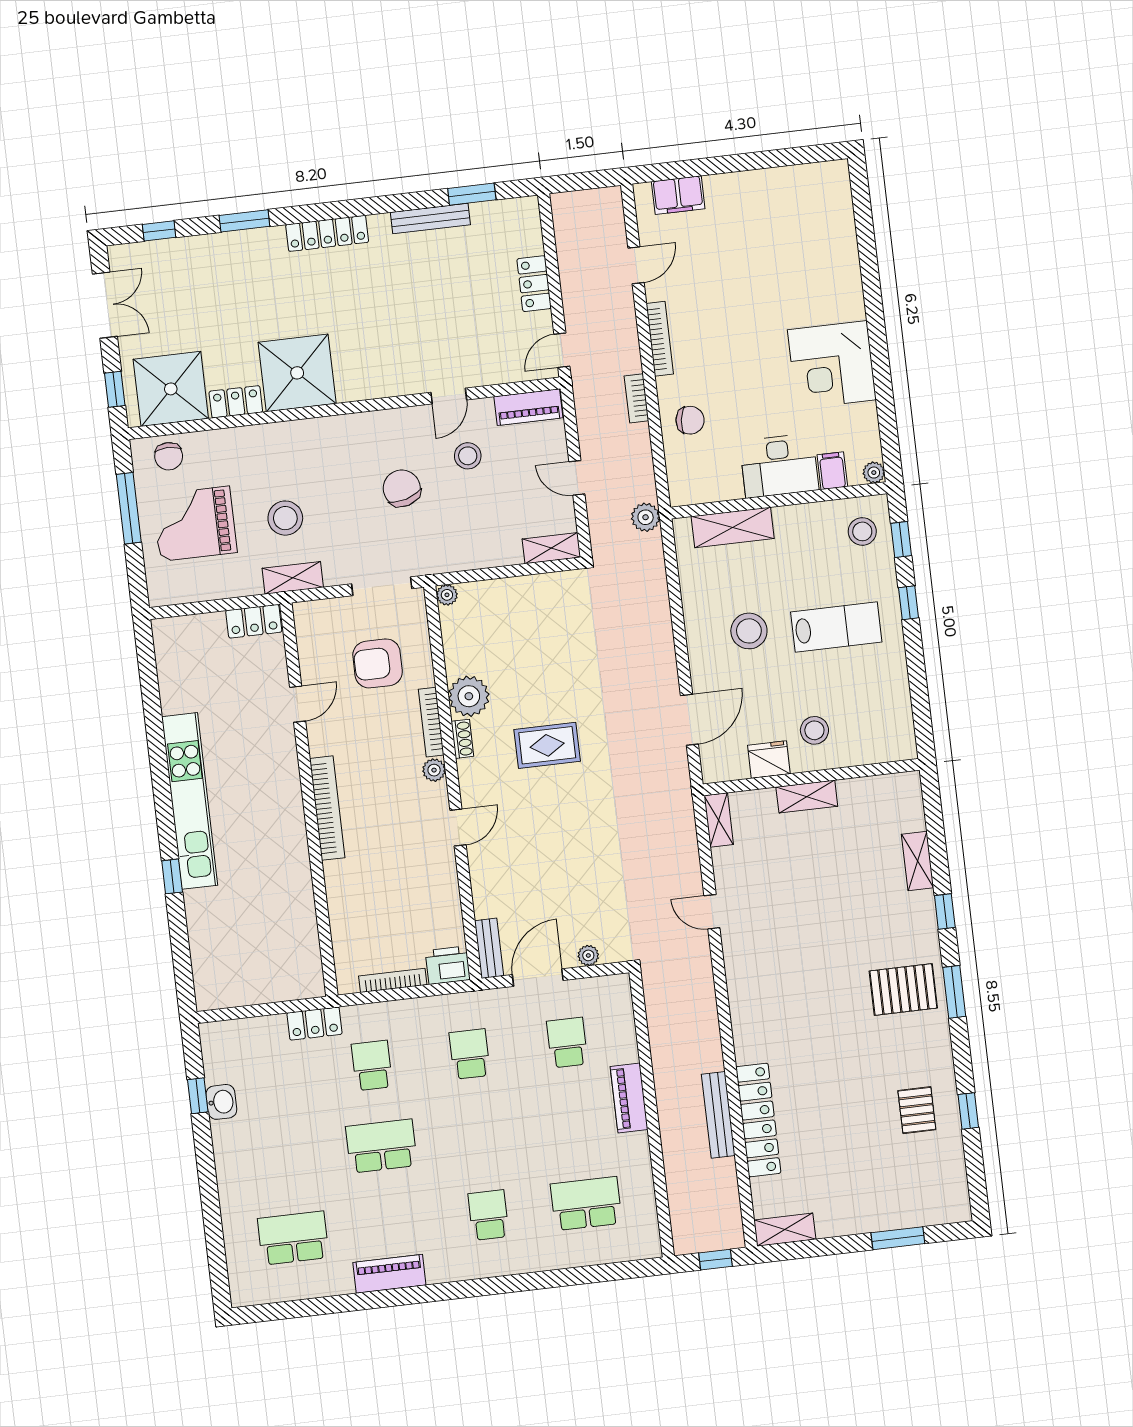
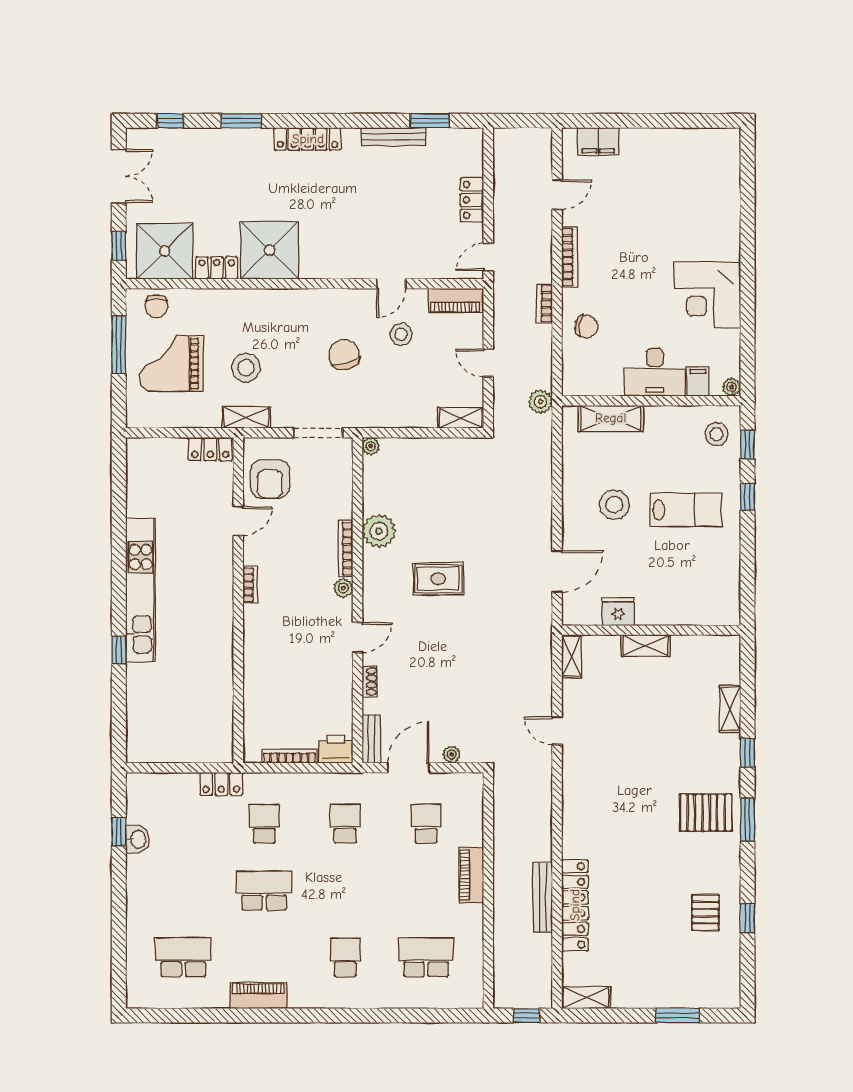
armchair: (378, 663) -> (270, 479), moved, turned -90
stool: (814, 730) -> (658, 592), removed
shoe rack: (462, 739) -> (370, 681), moved
bookcase: (327, 808) -> (250, 585), width x0.43, depth x0.76

